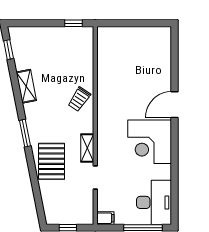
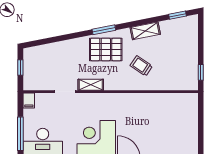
trolley: (79, 99) -> (141, 66), moved
pallet: (52, 161) -> (106, 49), moved

